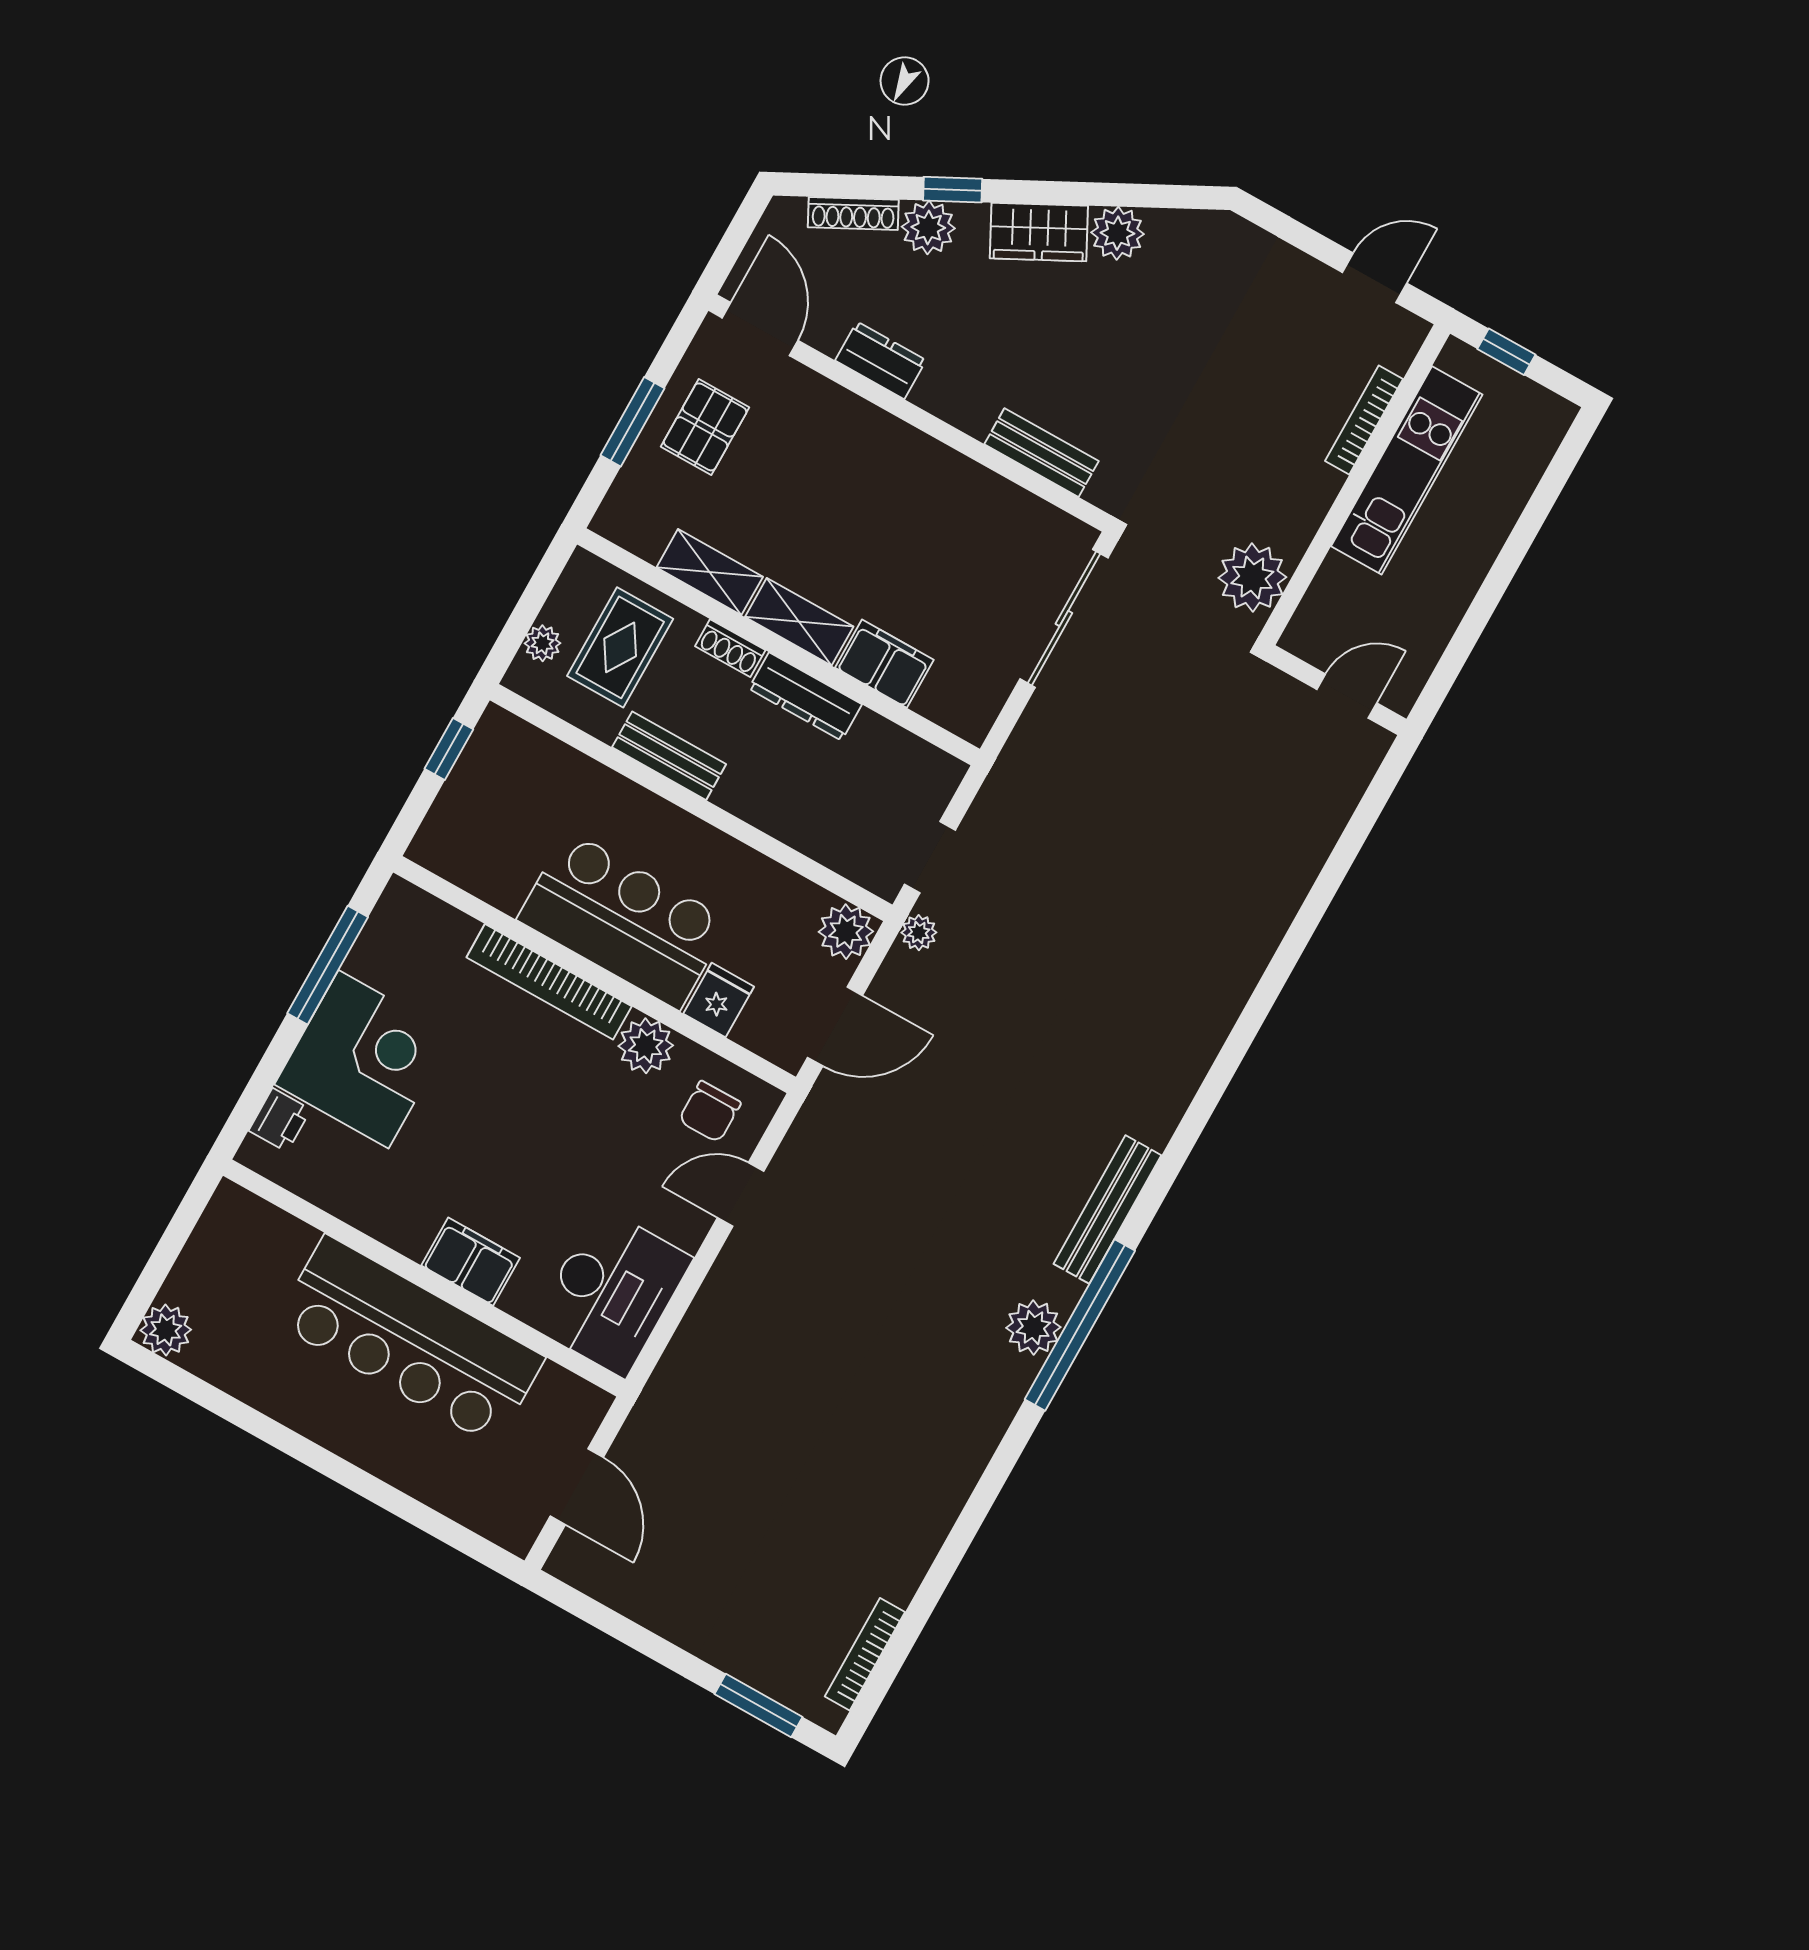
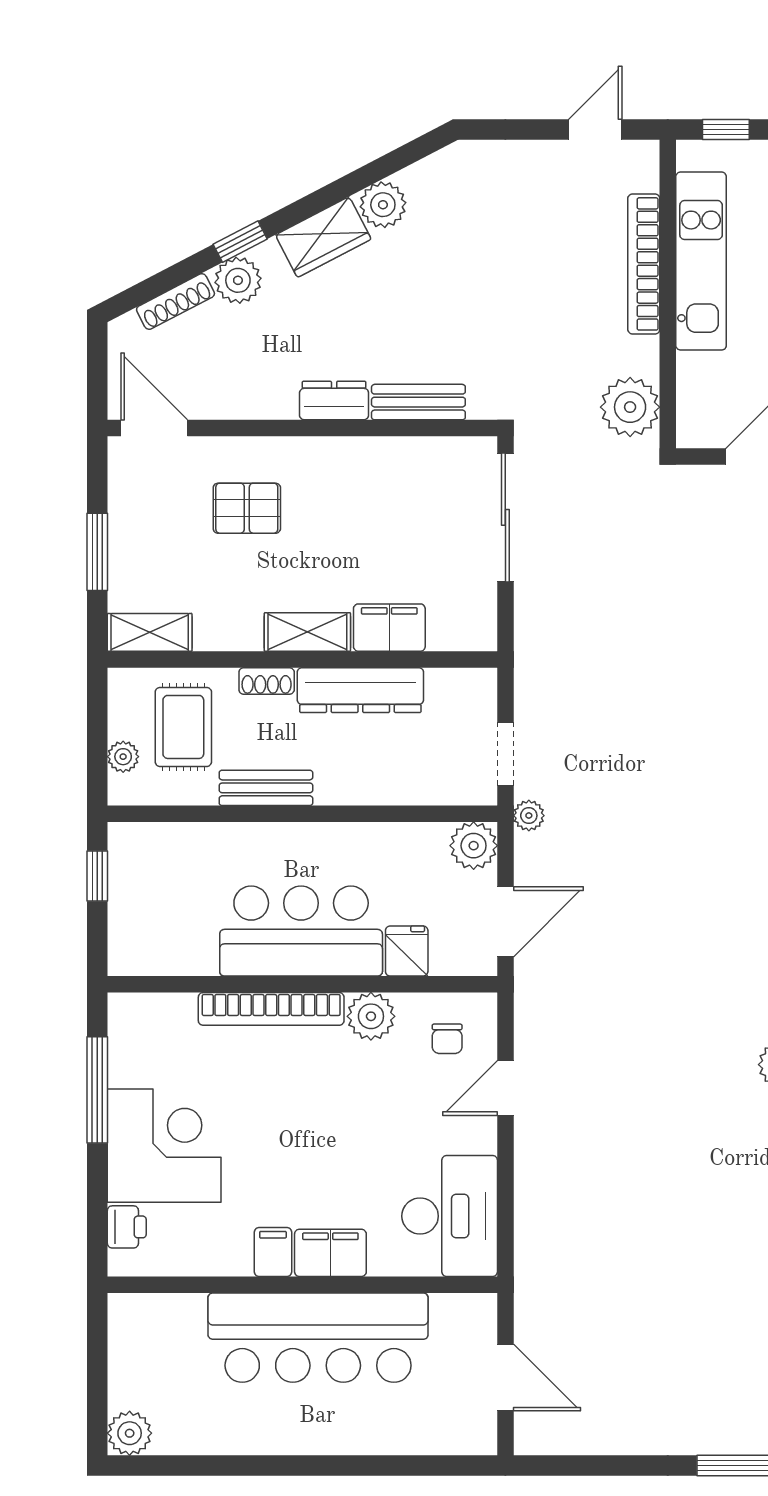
dresser: (881, 360) -> (334, 401), moved
bookcase: (1364, 420) -> (644, 264), width x1.48, depth x1.31
pallet: (705, 427) -> (247, 508), moved, turned 90
shelving: (710, 572) -> (150, 632), moved
dresser: (805, 696) -> (360, 690), width x1.37, depth x1.24
chair: (710, 1112) -> (447, 1039), width x0.73, depth x0.73
filing cabinet: (413, 1228) -> (273, 1252), added

